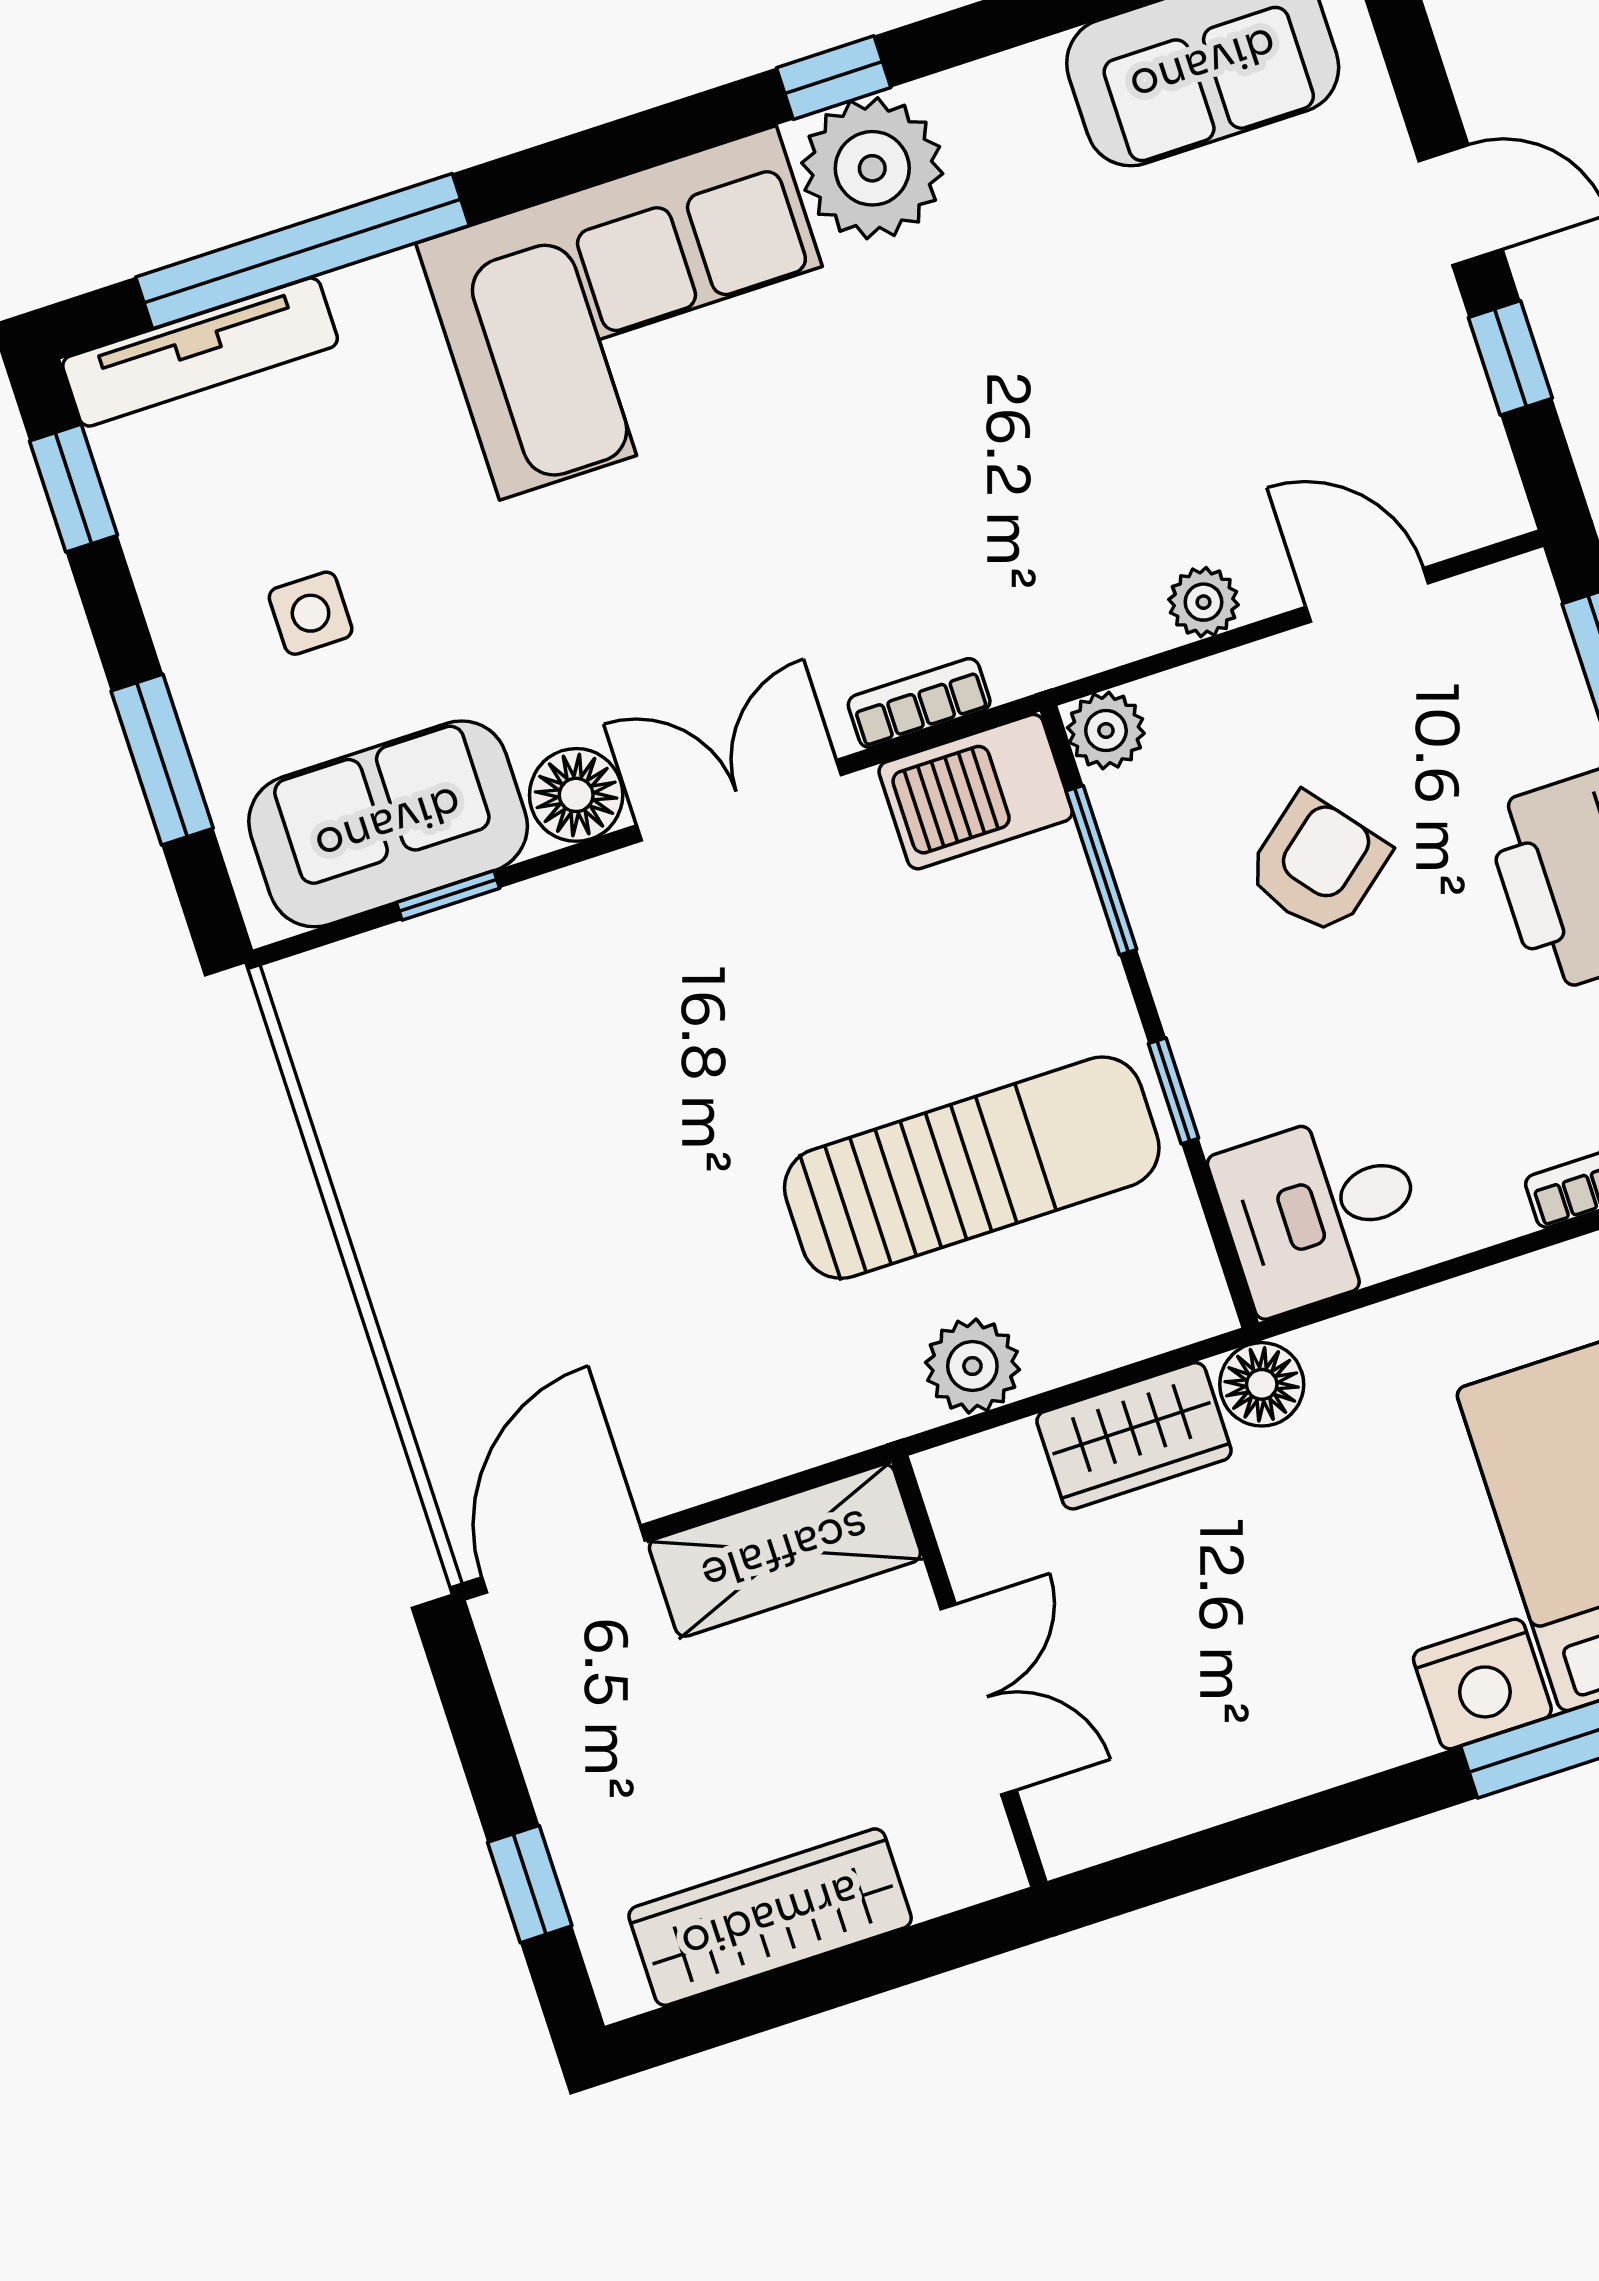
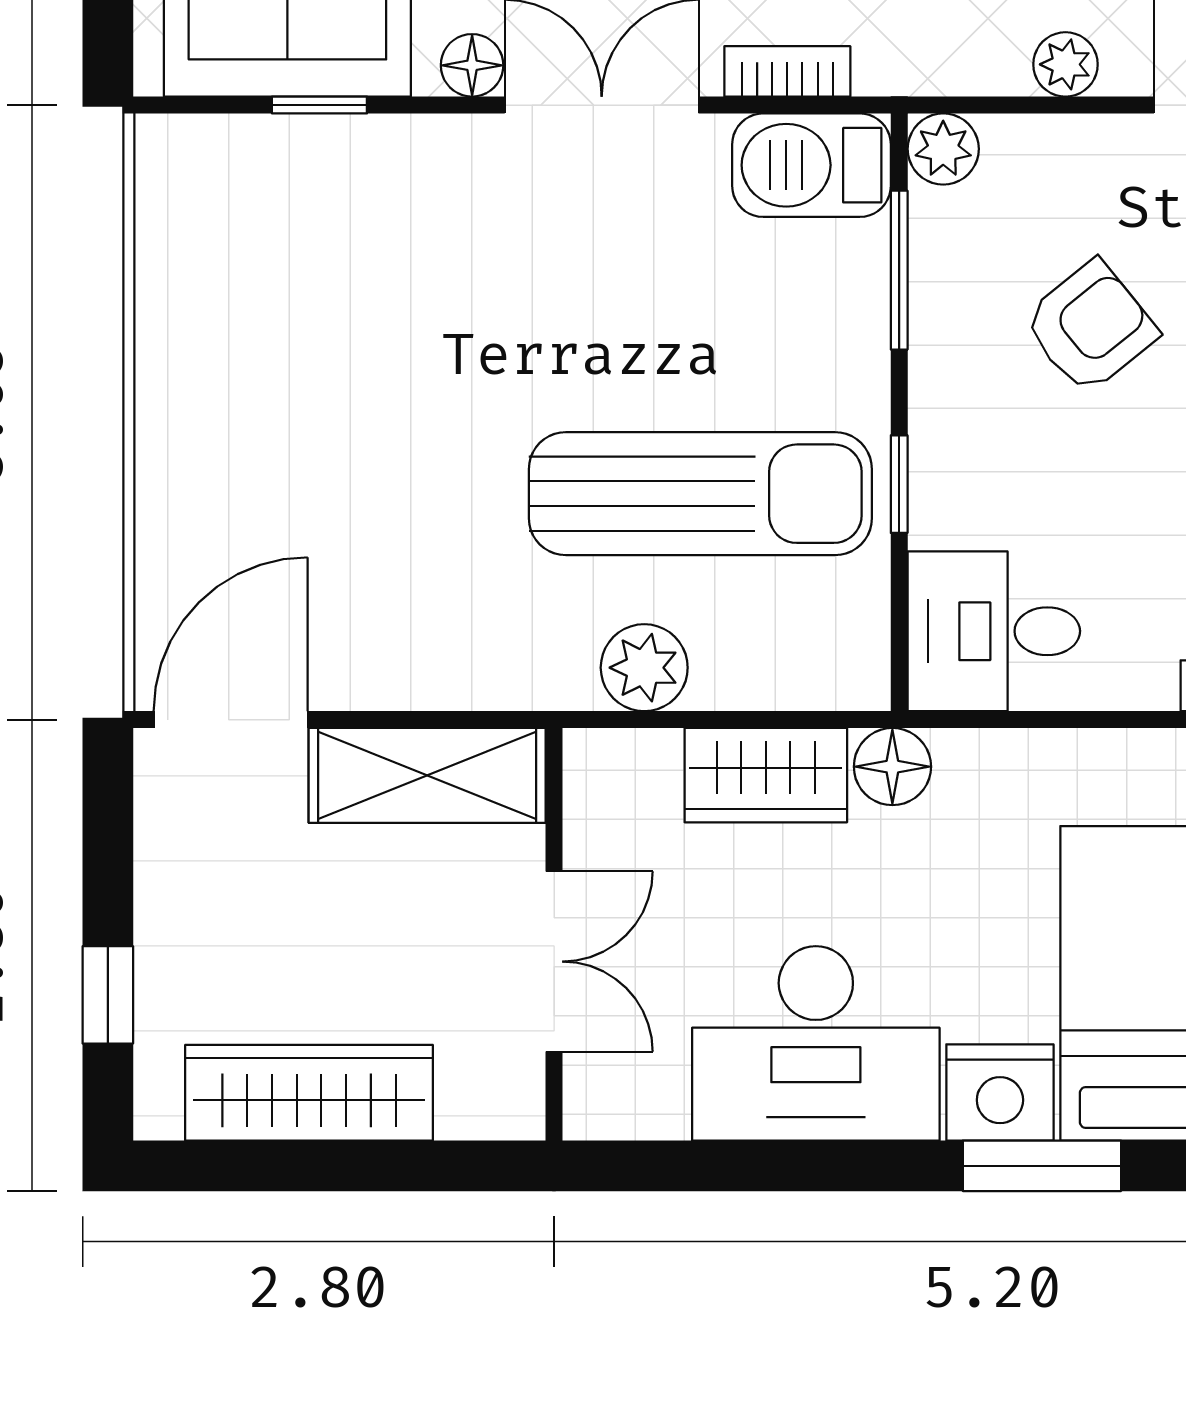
floor lamp: (576, 795) -> (472, 65), width x0.73, depth x0.73
desk: (1276, 1695) -> (816, 1043), added

